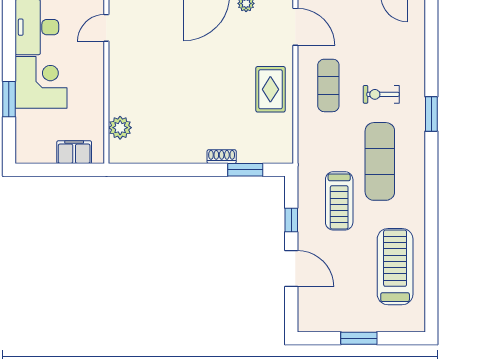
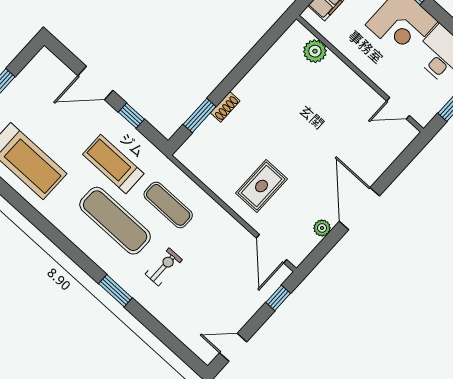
door: (295, 27) -> (272, 249), hinge flipped
door: (106, 28) -> (398, 108), swing flipped
exercise mat: (328, 85) -> (168, 205), moved
rug: (270, 89) -> (261, 186), moved, turned 90

